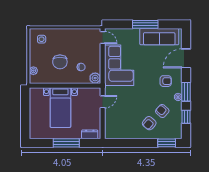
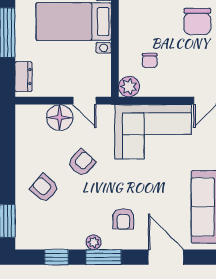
chair: (60, 62) -> (197, 21), moved, turned -90
armchair: (162, 111) -> (82, 163), moved
floor lamp: (112, 115) -> (60, 118), added

